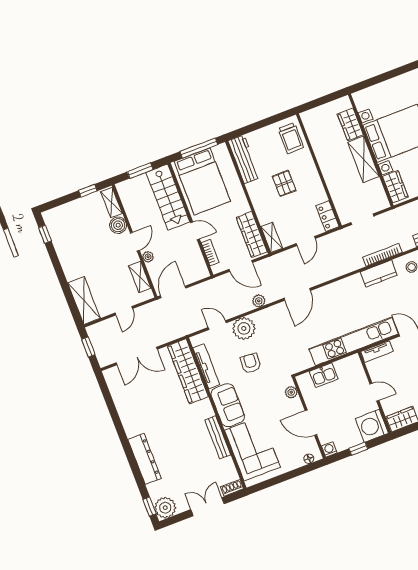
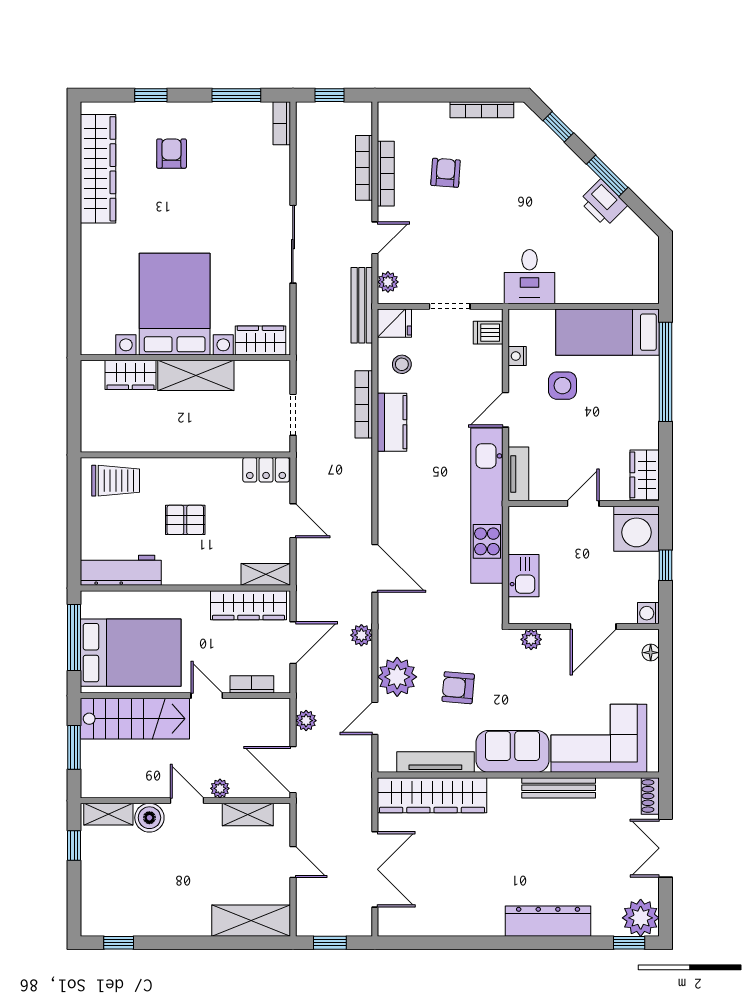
door: (195, 231) -> (207, 696), hinge flipped
plant: (202, 289) -> (306, 721), added

